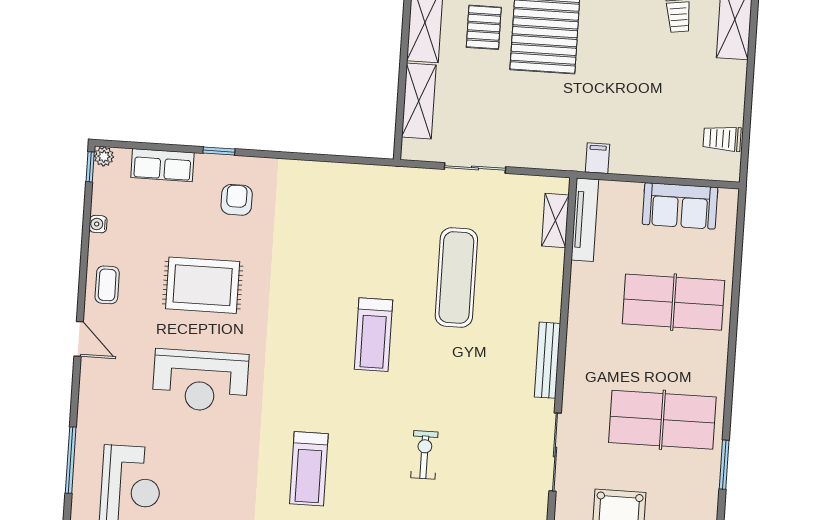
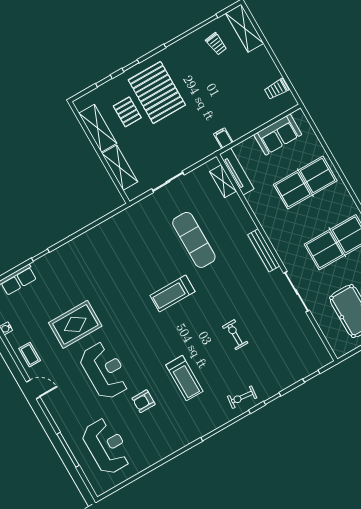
armchair: (237, 200) -> (144, 401), moved, turned -90
treadmill: (374, 335) -> (173, 294), turned 90
reception desk: (201, 381) -> (105, 371), turned -90

